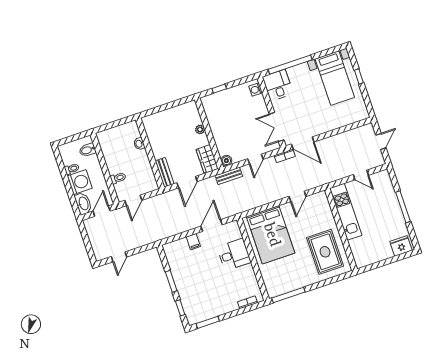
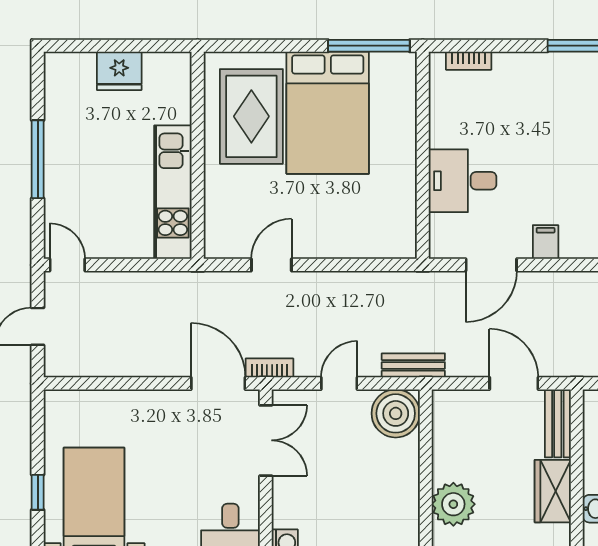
plant: (200, 129) -> (453, 504), width x1.88, depth x1.88
wardrobe: (207, 159) -> (553, 491), moved, turned 180
boiler: (226, 161) -> (396, 413), width x1.86, depth x1.86
door: (361, 175) -> (67, 265), moved
door: (187, 182) -> (514, 383), hinge flipped
bed: (271, 235) -> (328, 113), moved, turned 180
fridge: (401, 246) -> (119, 71), moved

